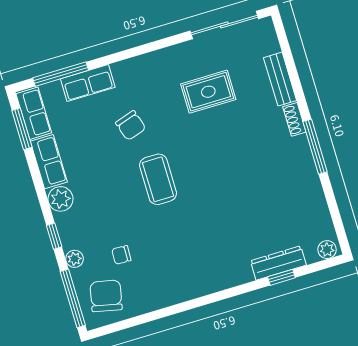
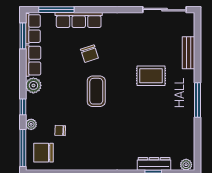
row of seats: (88, 83) -> (79, 20), width x1.48
rug: (208, 92) -> (151, 76), moved
shoe rack: (294, 119) -> (190, 80), removed
chair: (106, 296) -> (43, 153), turned -102

